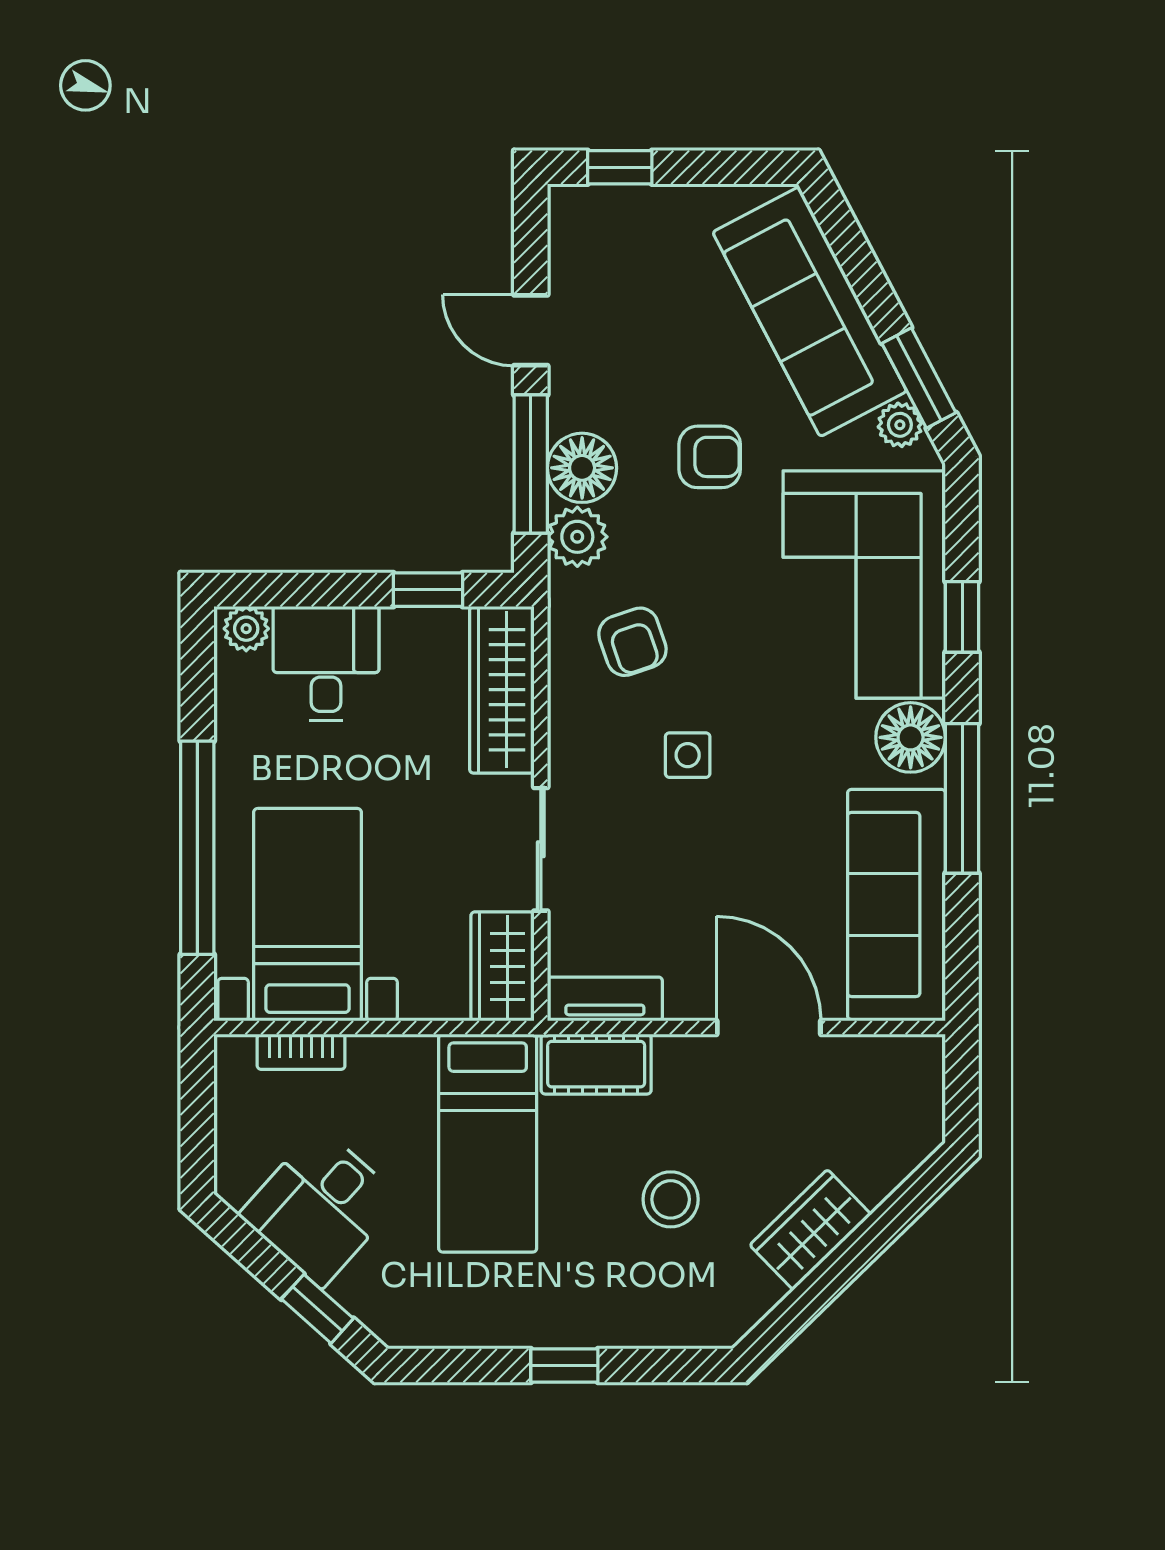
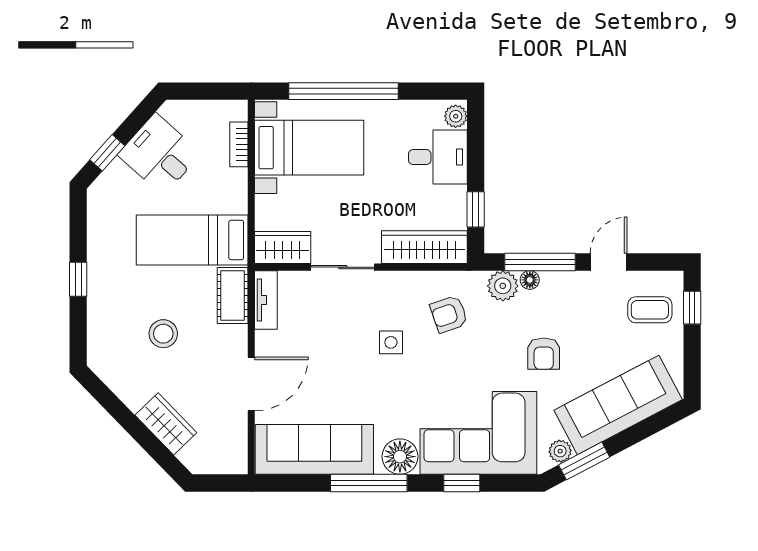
coffee table: (624, 250) -> (650, 310), added
floor lamp: (582, 468) -> (530, 280), width x0.53, depth x0.53
wardrobe: (810, 1230) -> (166, 424), moved

